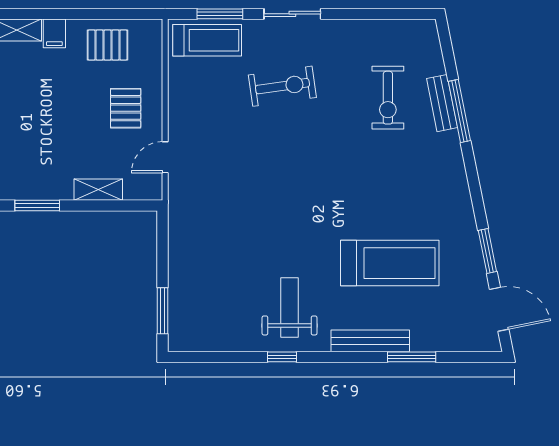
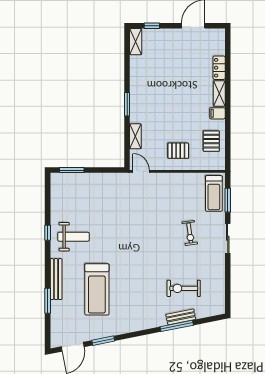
exercise bike: (282, 86) -> (190, 233), width x0.73, depth x0.72
door: (165, 157) -> (141, 171), moved

